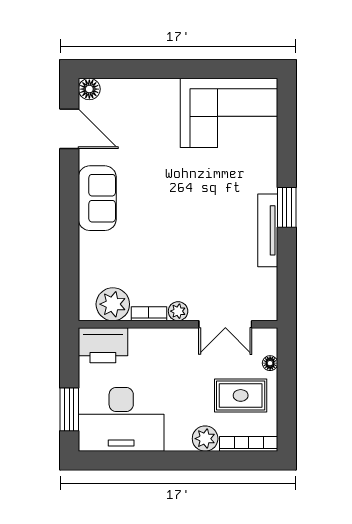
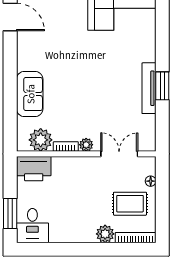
sofa: (97, 198) -> (30, 94), moved
window: (287, 207) -> (162, 86), moved
double door: (225, 324) -> (119, 154), swing flipped
desk: (121, 419) -> (32, 226), width x0.53, depth x0.77

